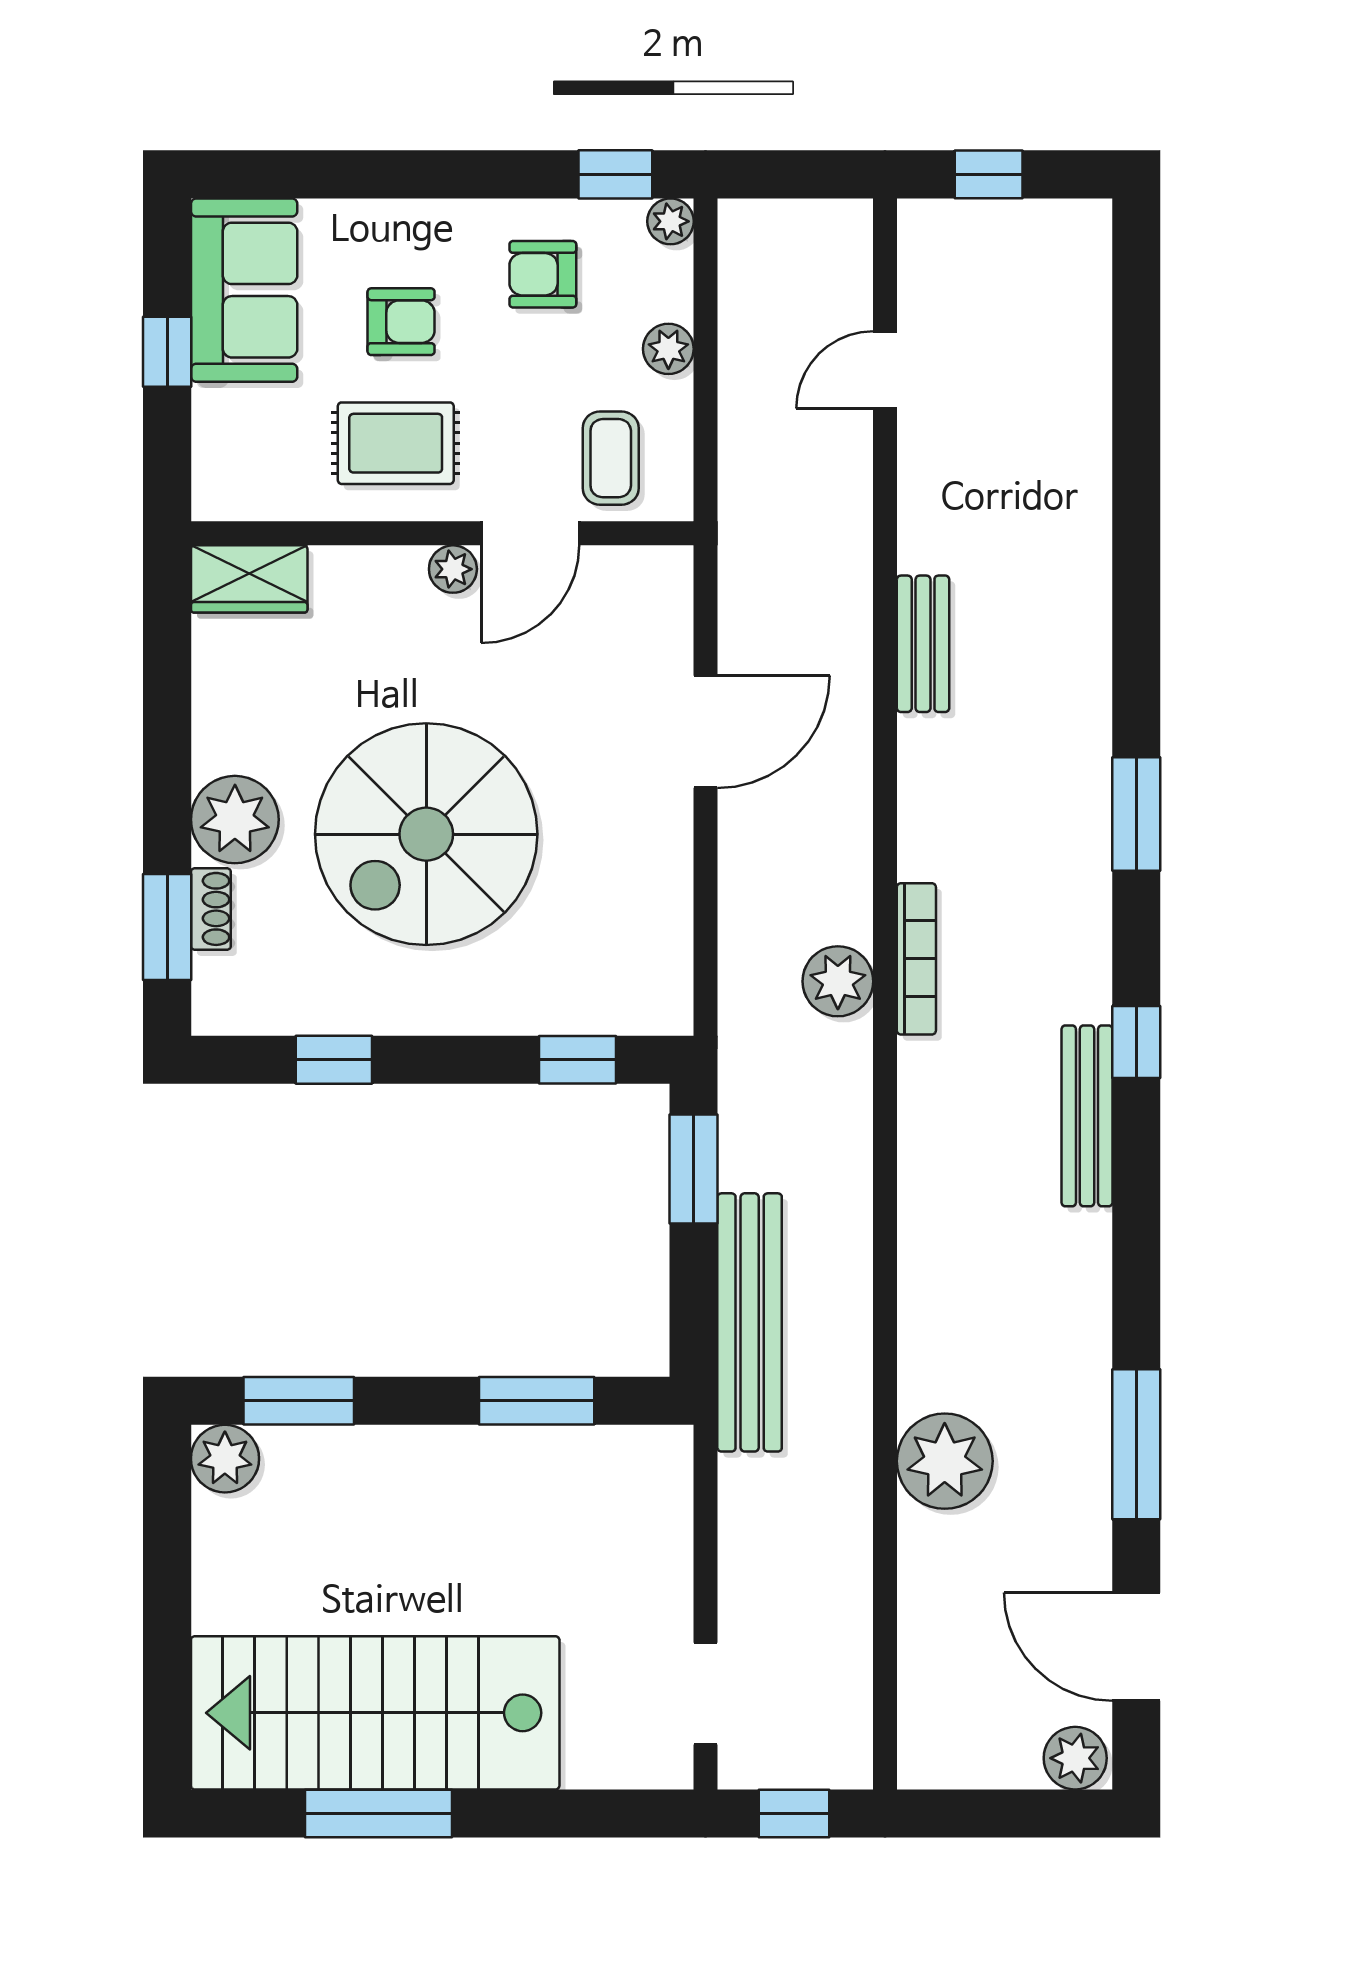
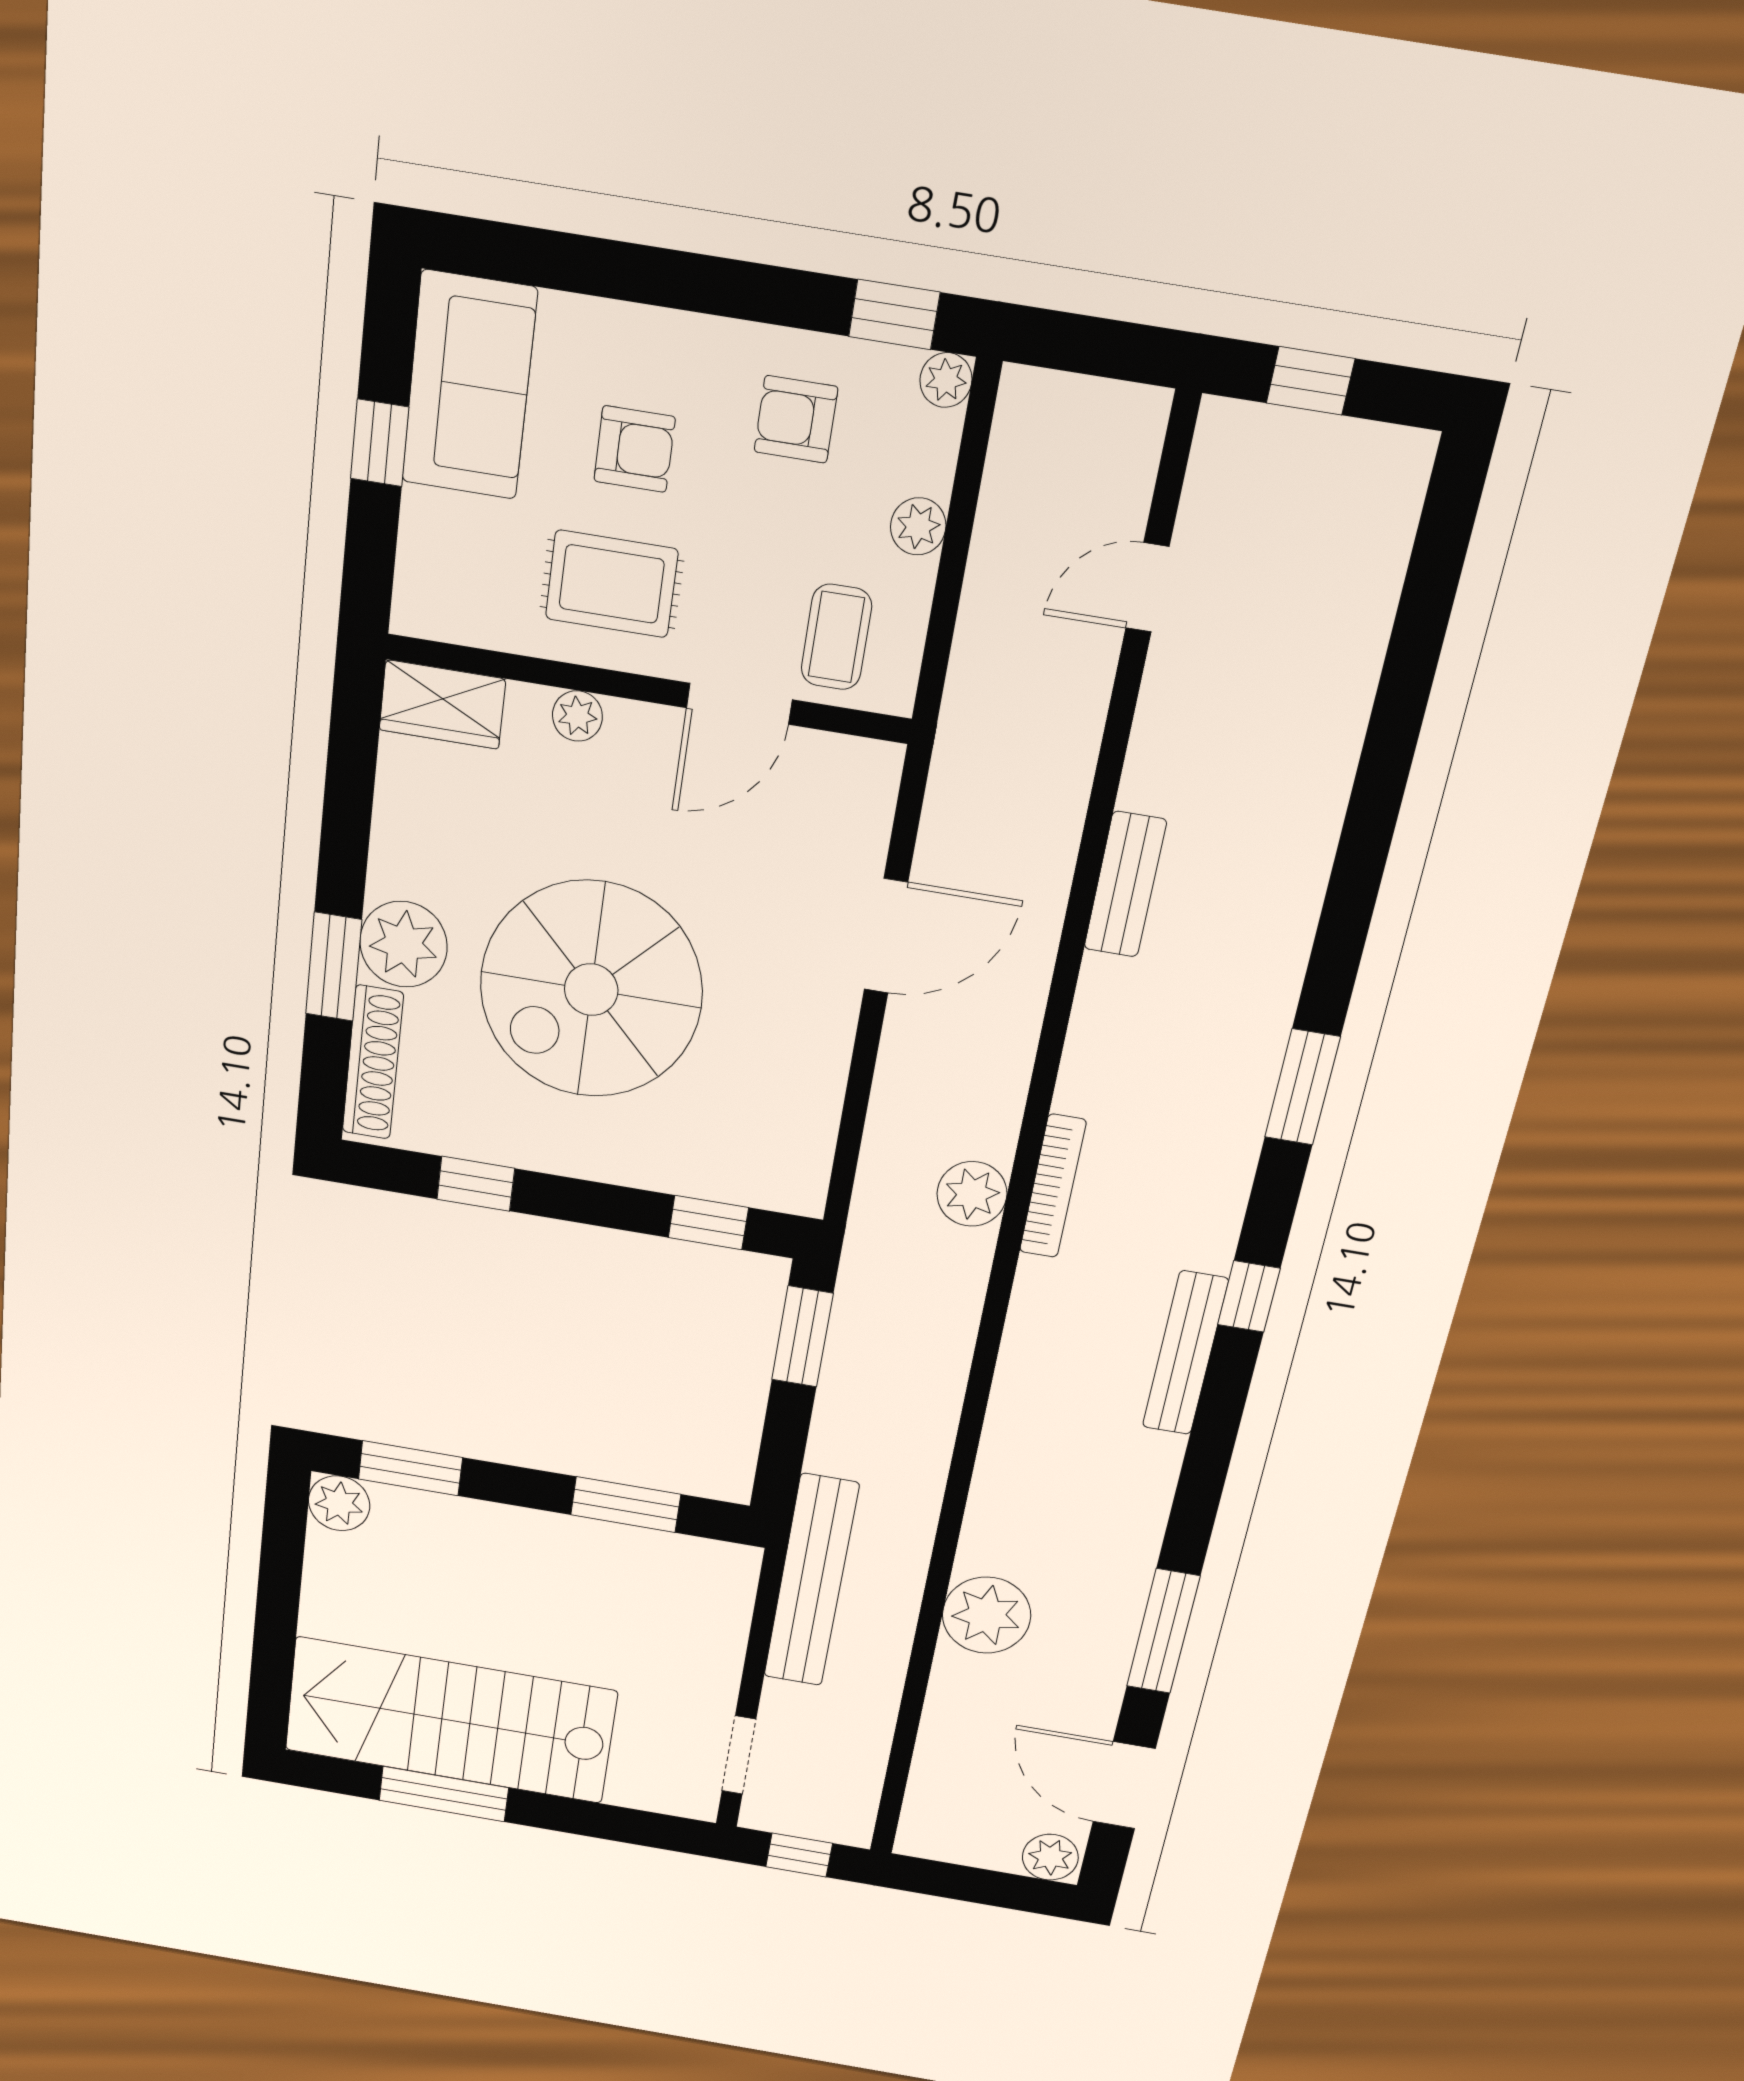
plant: (453, 569) -> (577, 716), moved
shoe rack: (211, 909) -> (373, 1063), width x1.94, depth x1.24
window: (167, 927) -> (334, 967), moved
bench: (750, 1322) -> (811, 1581), moved

